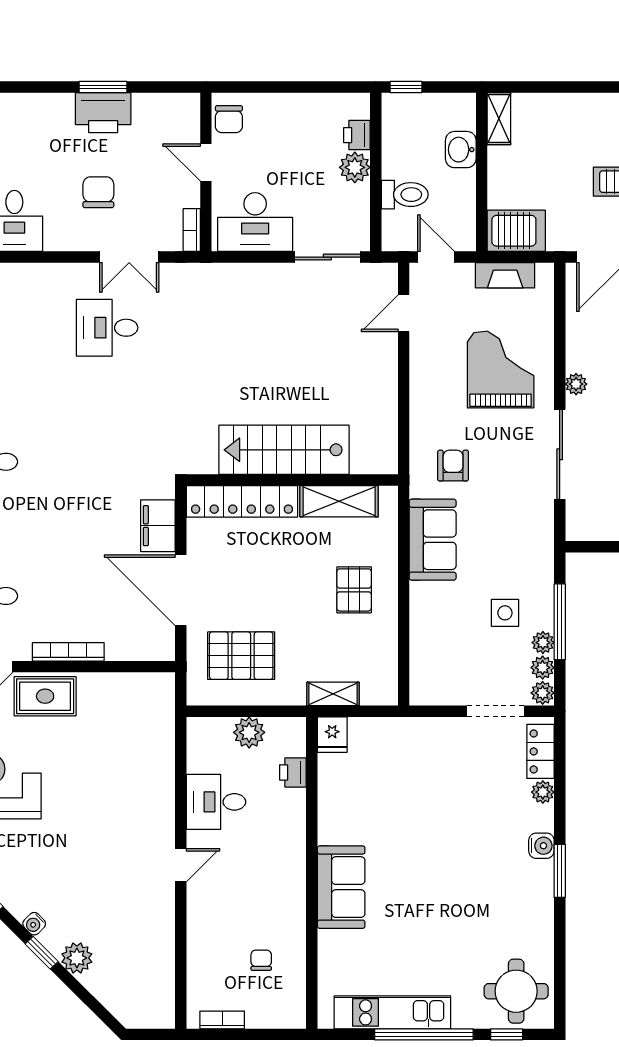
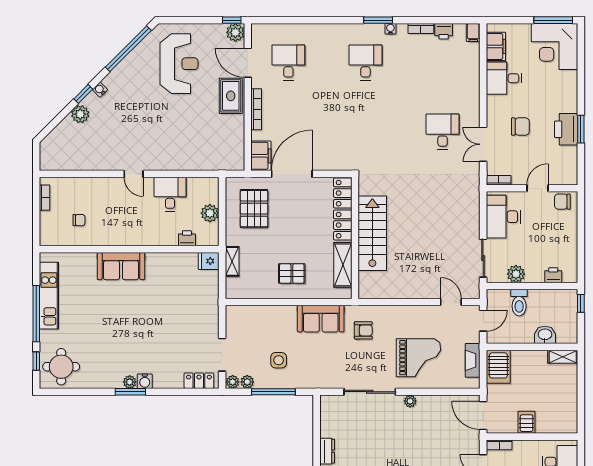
plant: (355, 167) -> (516, 274), moved
filing cabinet: (158, 526) -> (261, 156), moved, turned 90
plant: (543, 643) -> (262, 382), removed
plant: (543, 792) -> (130, 382), moved

